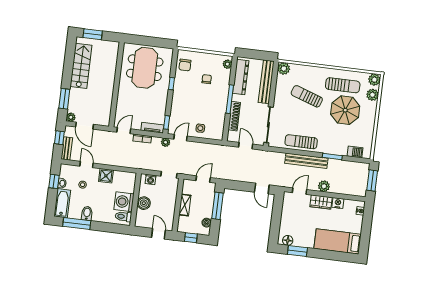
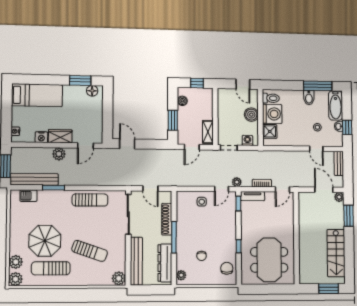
window: (59, 138) -> (348, 174), removed
bench: (306, 161) -> (34, 179), moved
shower: (106, 176) -> (270, 131), moved
shelving: (185, 205) -> (208, 132), moved
window: (217, 206) -> (173, 120), width x0.69
door: (159, 234) -> (243, 84), moved

